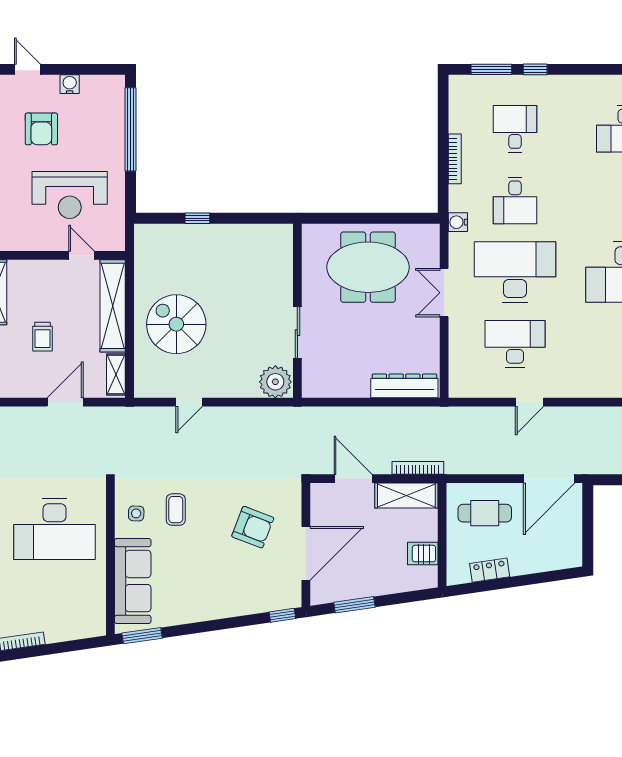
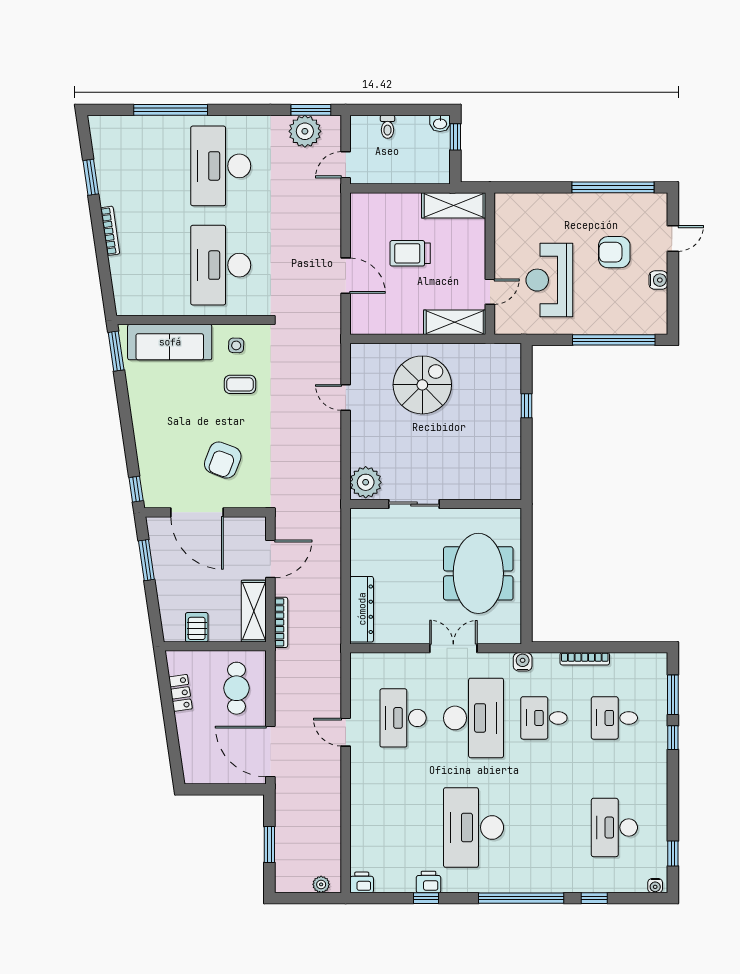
desk: (515, 129) -> (614, 718), turned 180
shelving: (113, 306) -> (455, 322), width x0.68
trolley: (42, 337) -> (410, 253), width x1.36, depth x1.39
desk: (515, 344) -> (403, 718), turned 180
shelving: (116, 375) -> (373, 326), removed

